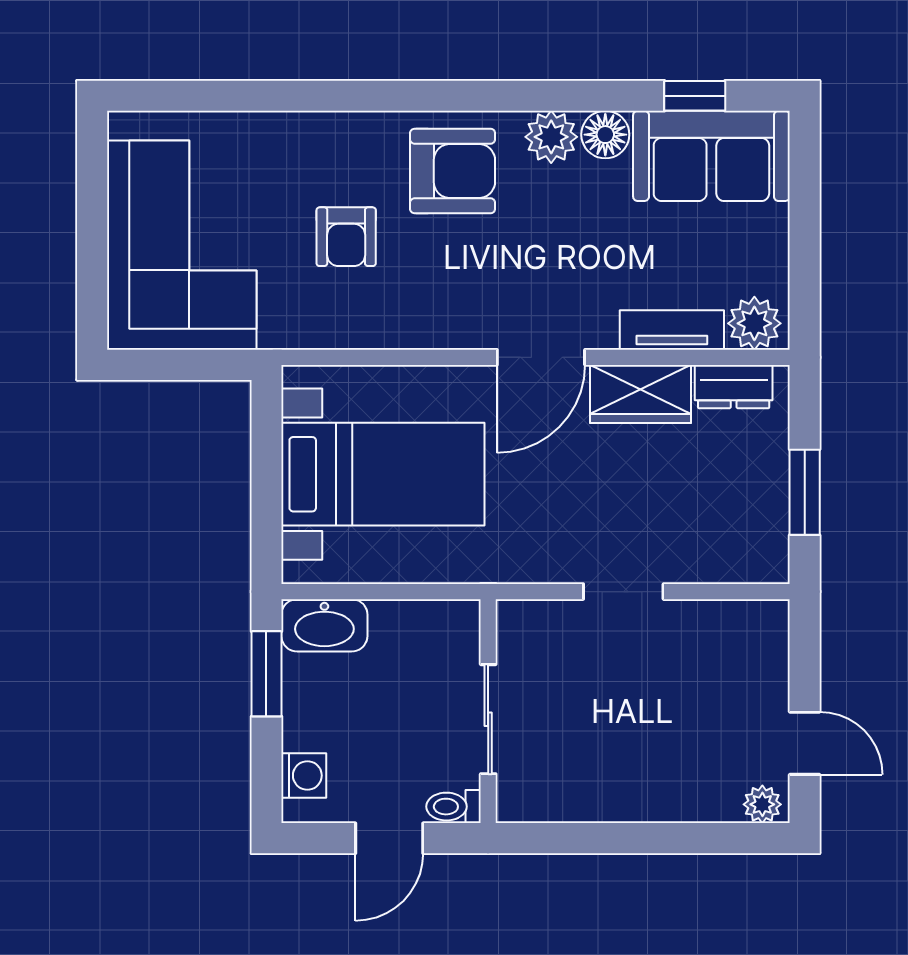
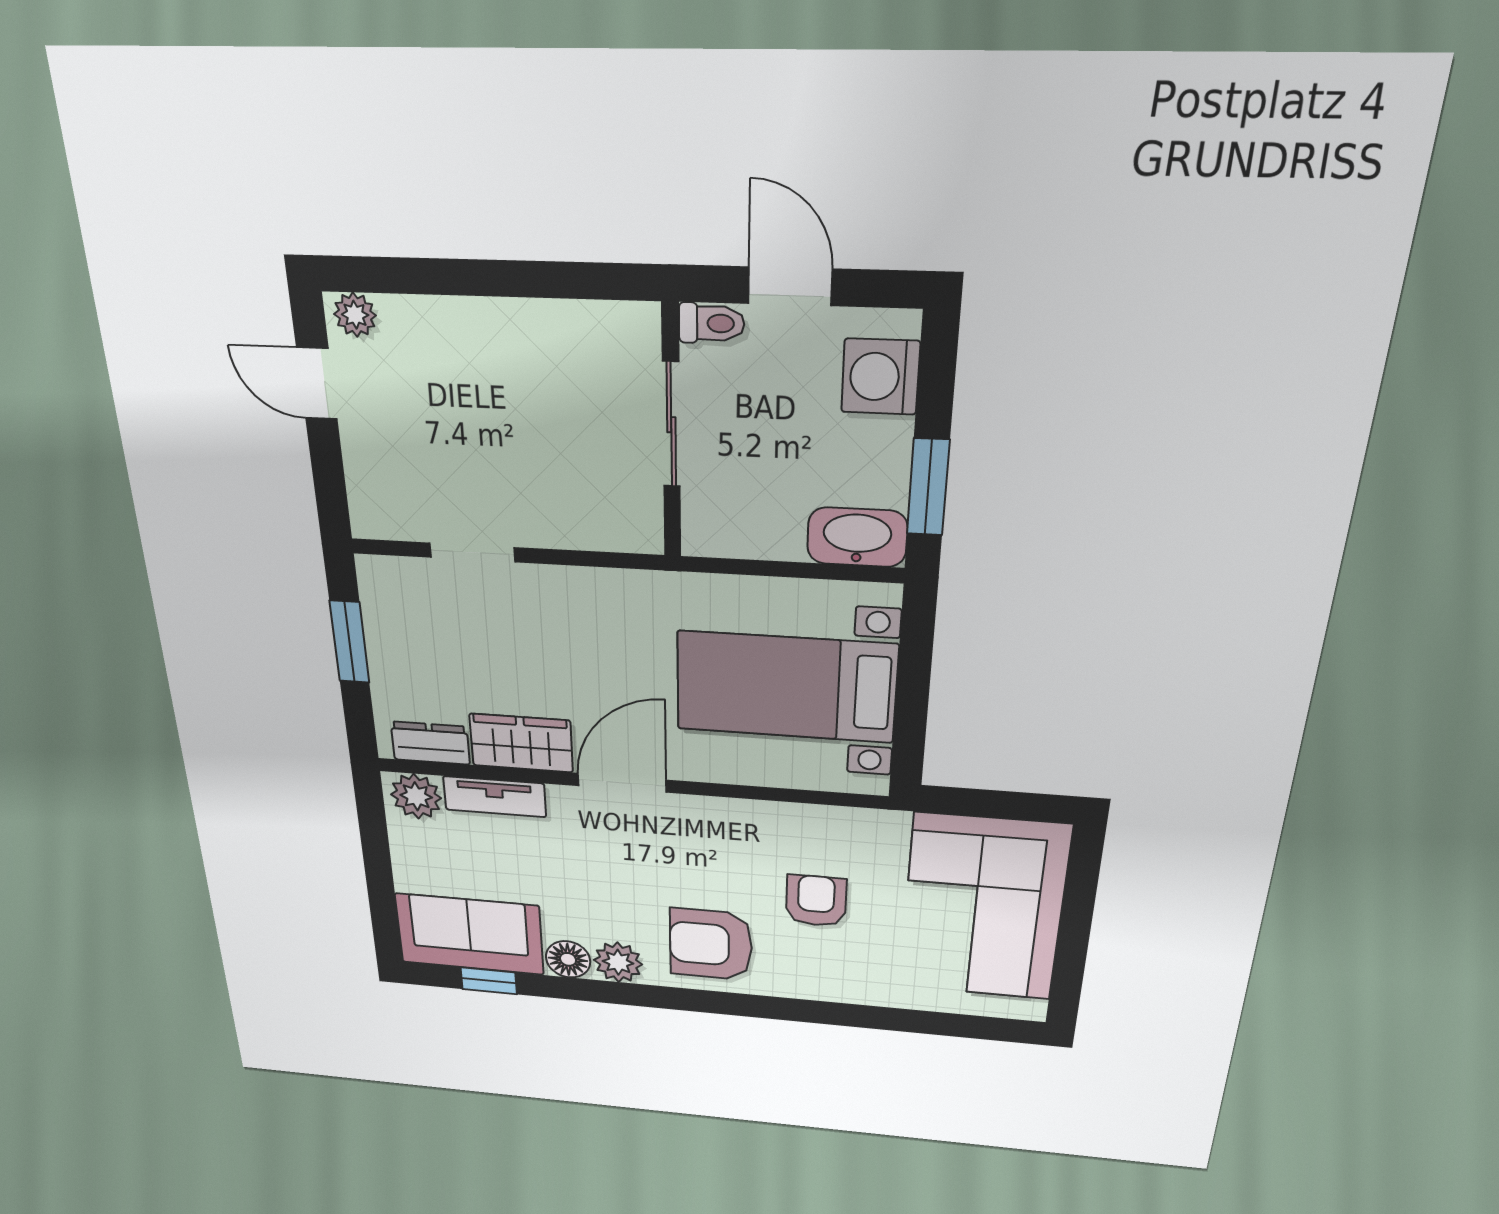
doorway: (623, 592) -> (472, 552), moved
washing machine: (304, 775) -> (880, 377), width x1.38, depth x1.38
door: (389, 838) -> (790, 286), hinge flipped

